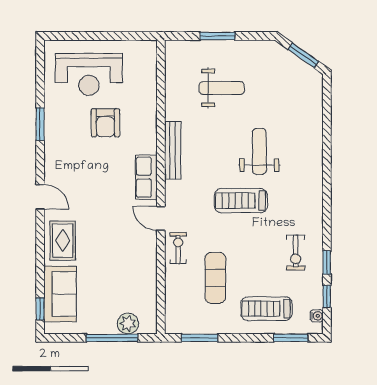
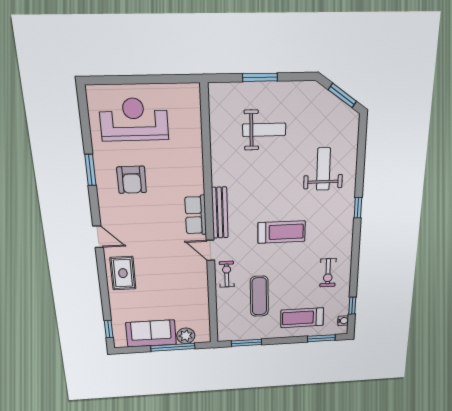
reception desk: (89, 74) -> (134, 120), turned 180
armchair: (105, 123) -> (132, 180), moved
bench: (173, 150) -> (220, 213), moved
weight bench: (259, 151) -> (323, 169), moved
treadmill: (241, 201) -> (282, 232), turned 180
window: (327, 262) -> (358, 208), moved
sofa: (60, 294) -> (151, 333), moved, turned -90

